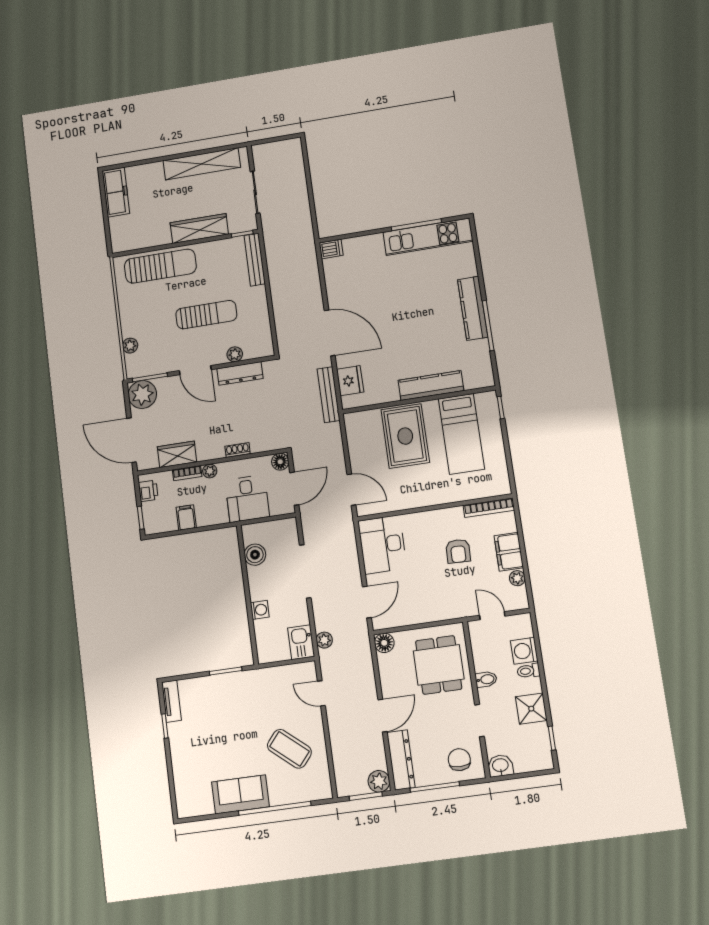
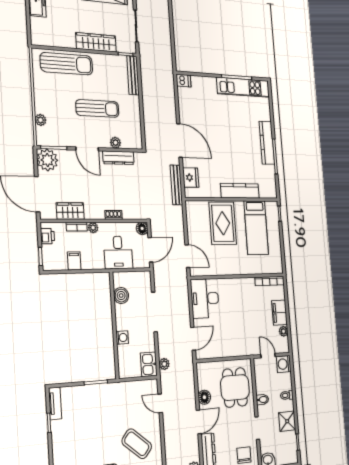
armchair: (458, 551) -> (250, 309), removed
floor lamp: (384, 643) -> (204, 397), moved
washing machine: (524, 651) -> (284, 364), moved

